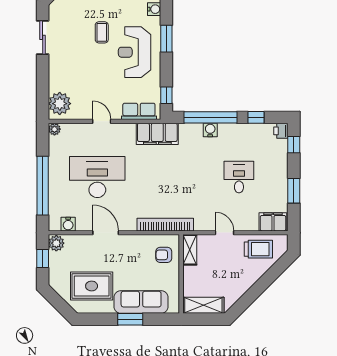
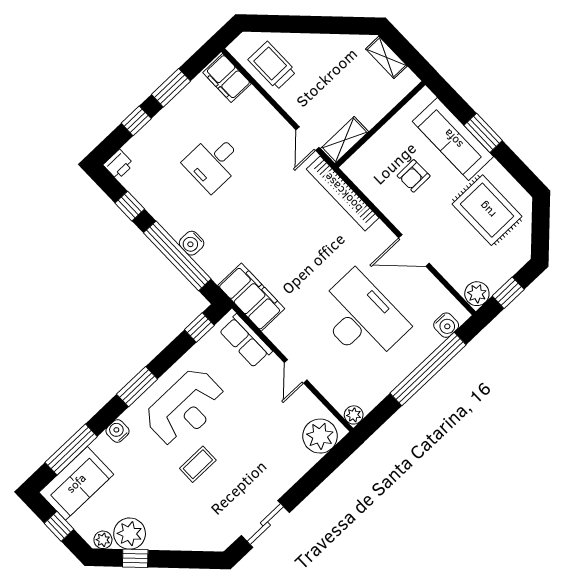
window: (294, 145) -> (136, 121), moved
desk: (97, 177) -> (361, 318), turned 180
water cooler: (68, 224) -> (446, 325), moved, turned 90
door: (106, 233) -> (414, 250), hinge flipped
door: (225, 233) -> (307, 139), moved
armchair: (164, 255) -> (414, 176), moved, turned 89
shelving: (203, 305) -> (386, 57), width x0.67, depth x0.75

